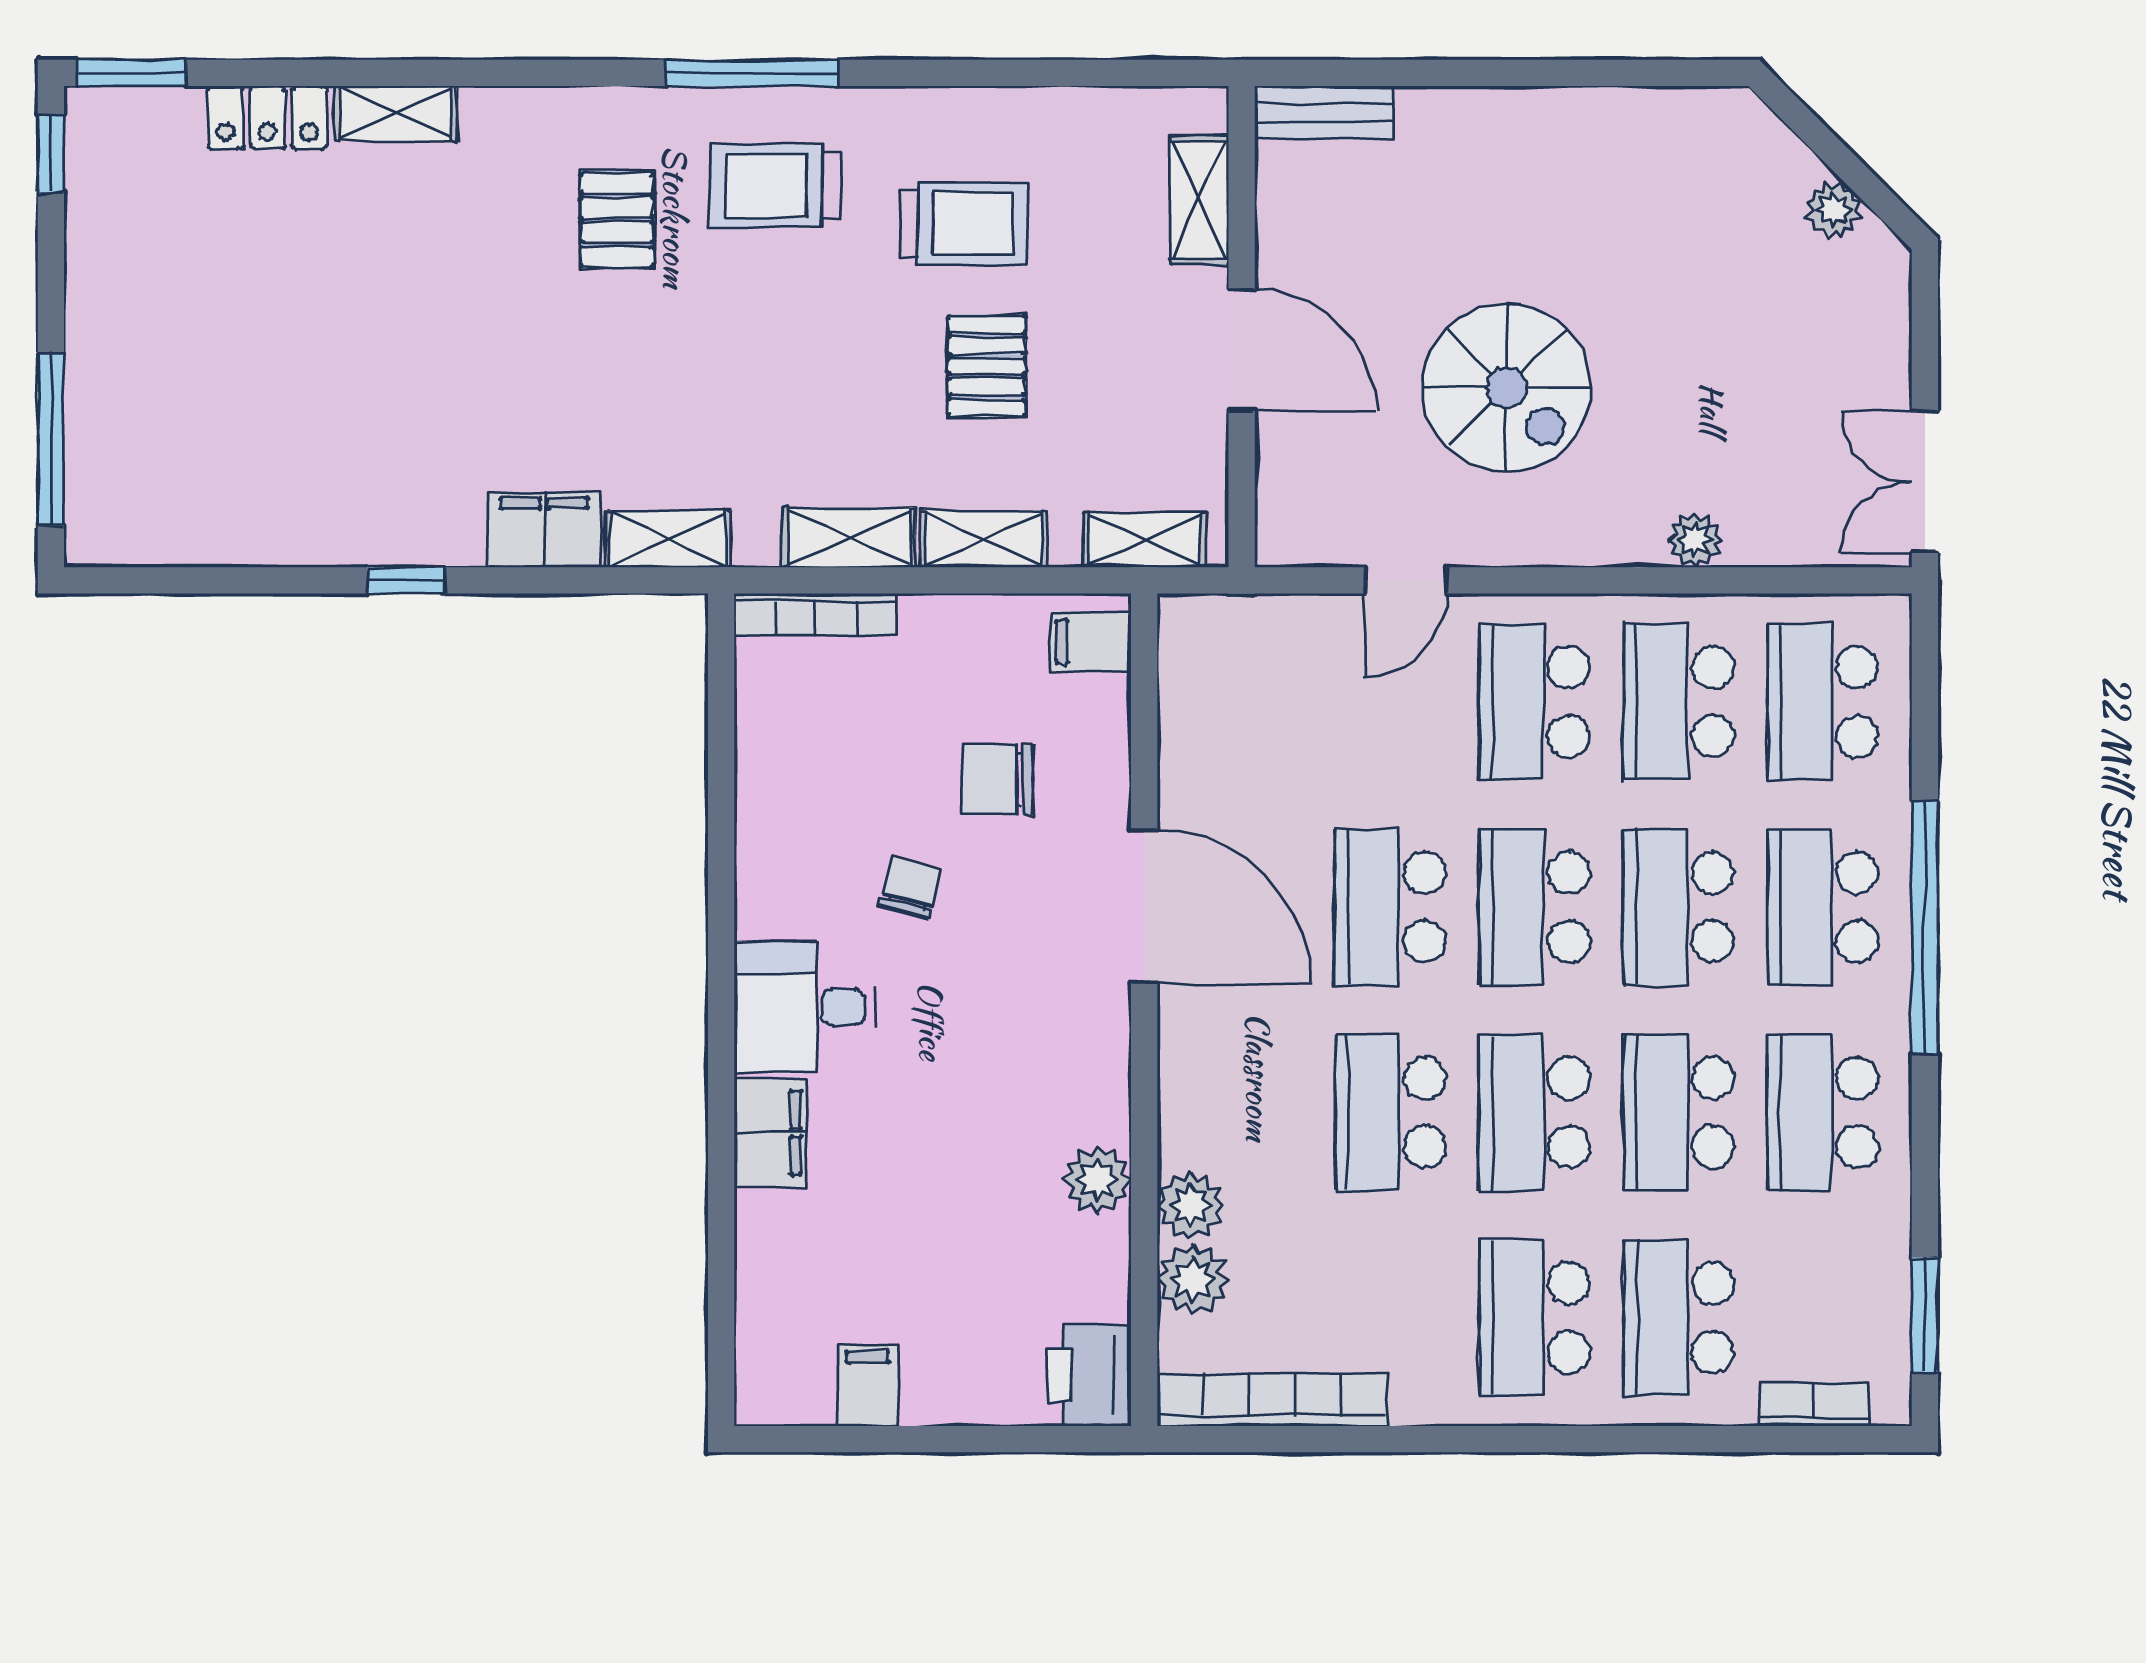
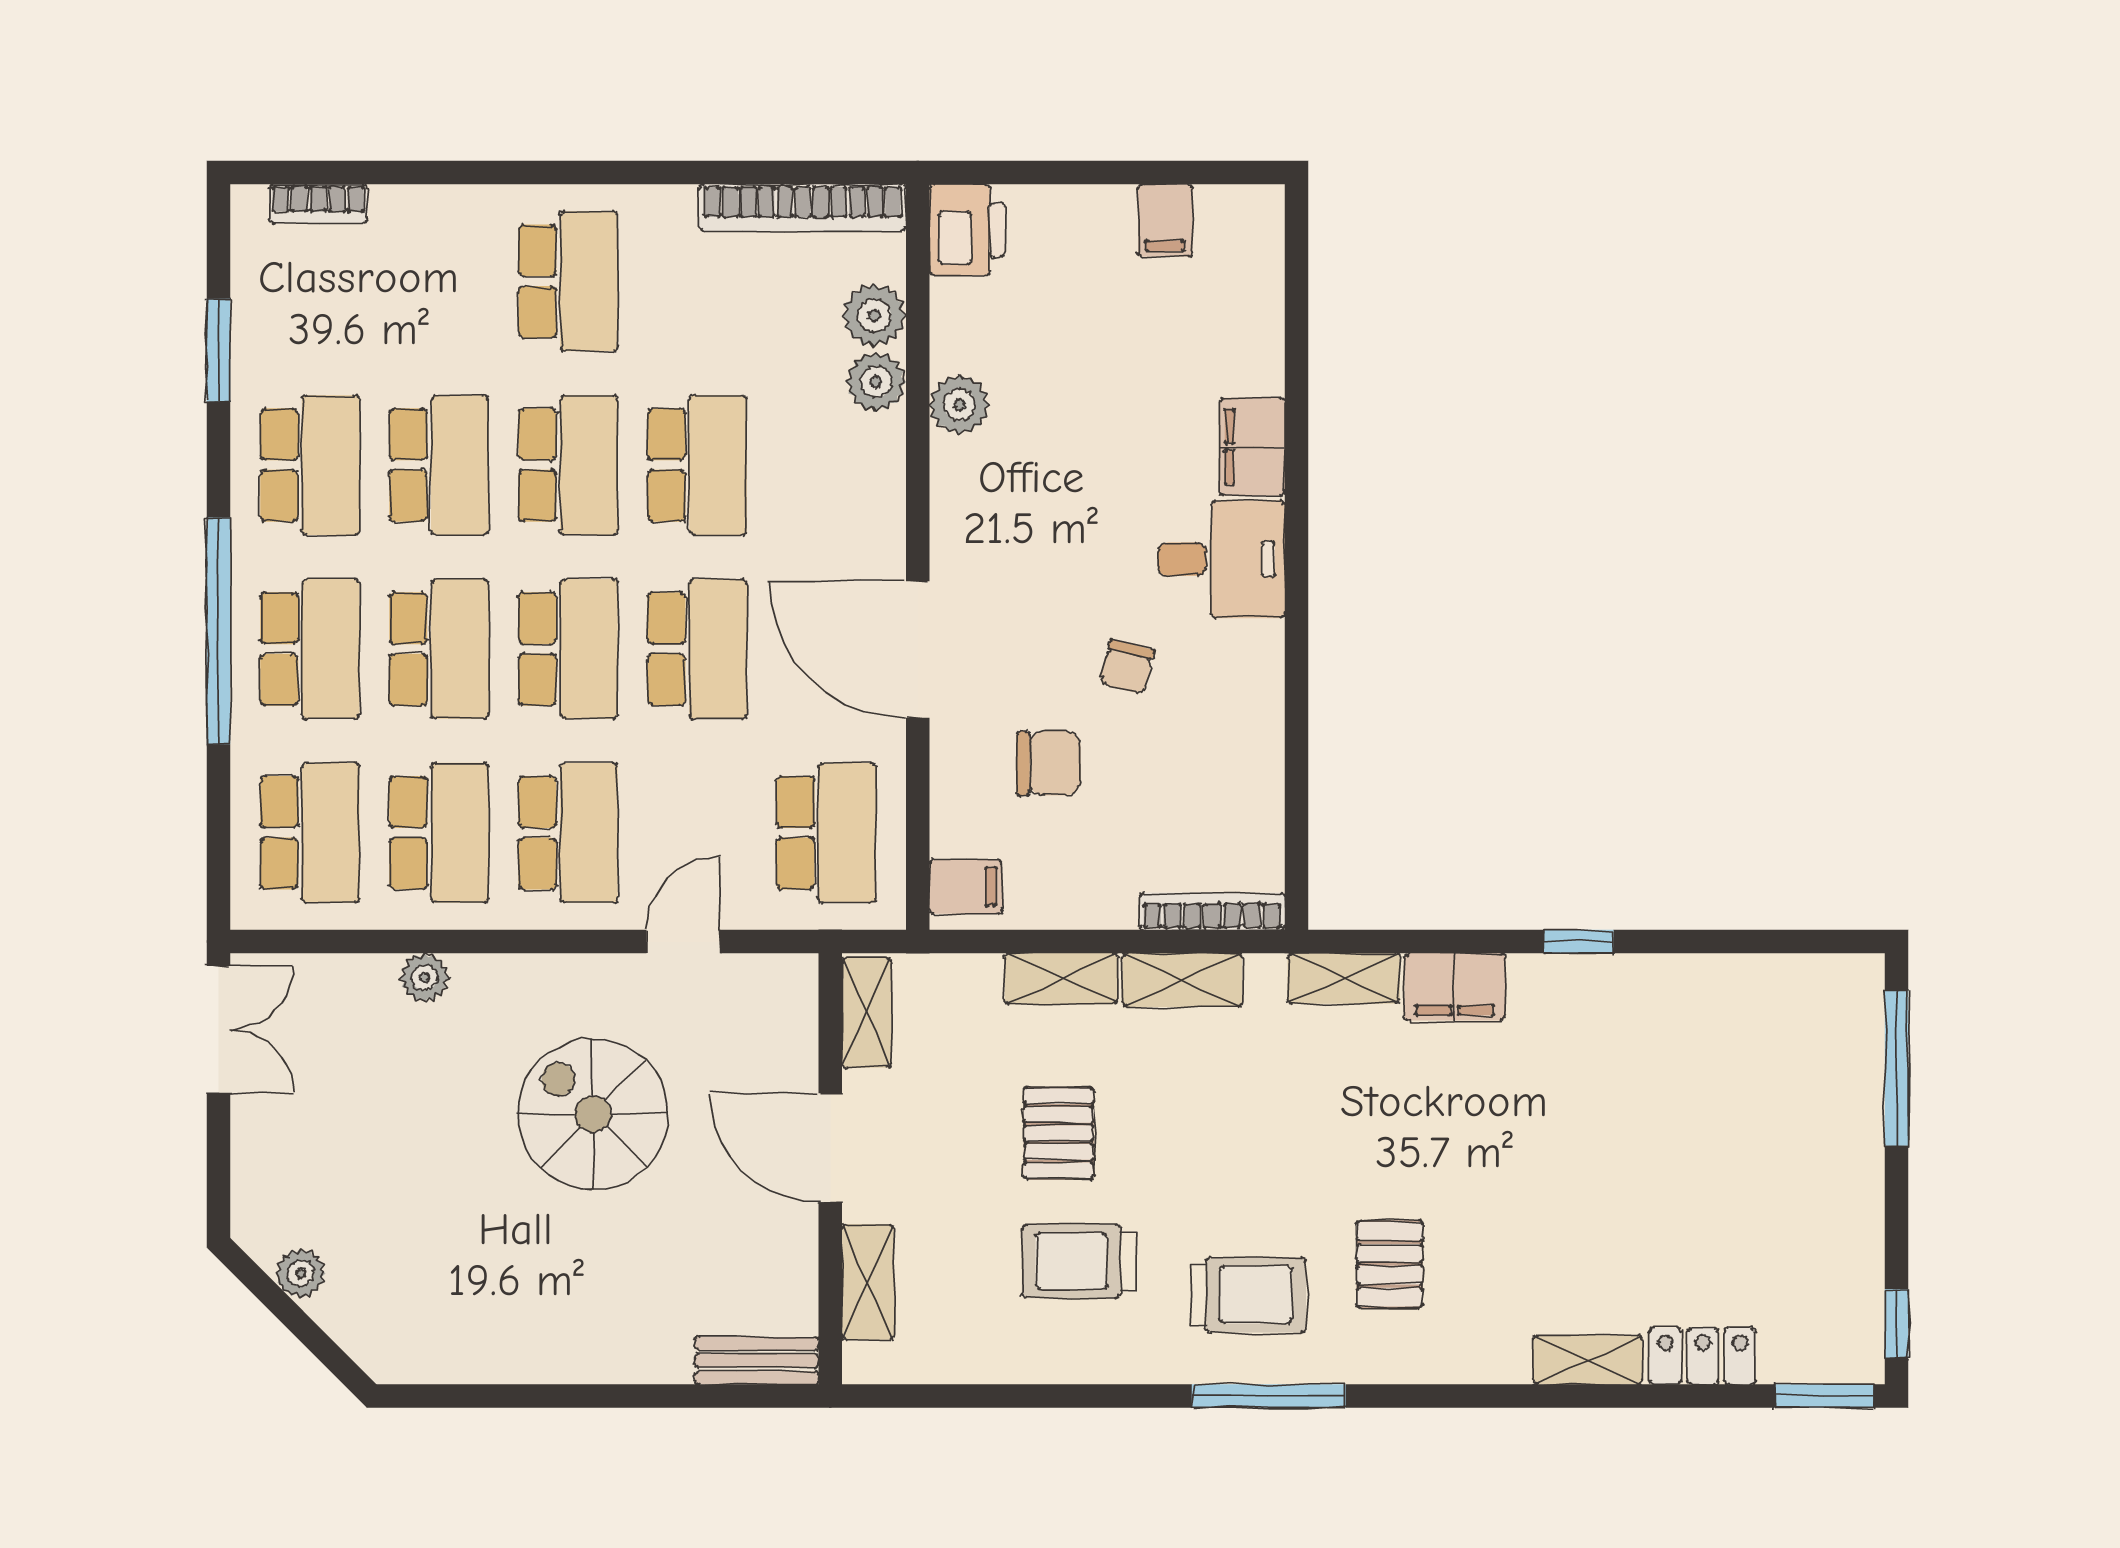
shelving: (1144, 540) -> (867, 1013), moved, turned 90
window: (1925, 1315) -> (219, 350), moved
school desk: (1679, 1318) -> (826, 833), moved

